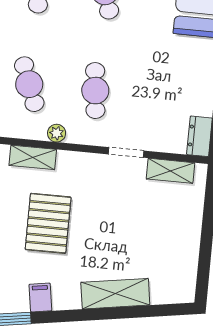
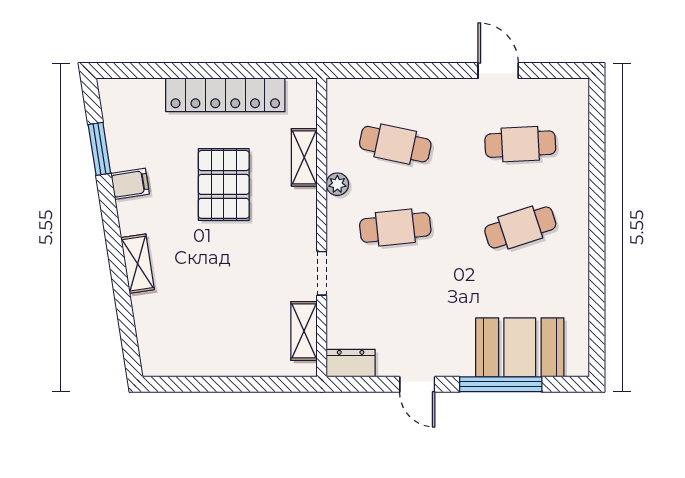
cafe table: (29, 84) -> (395, 144), turned 33
pallet: (48, 223) -> (224, 184), turned 90
shelving: (115, 294) -> (138, 264), width x0.67, depth x0.75

